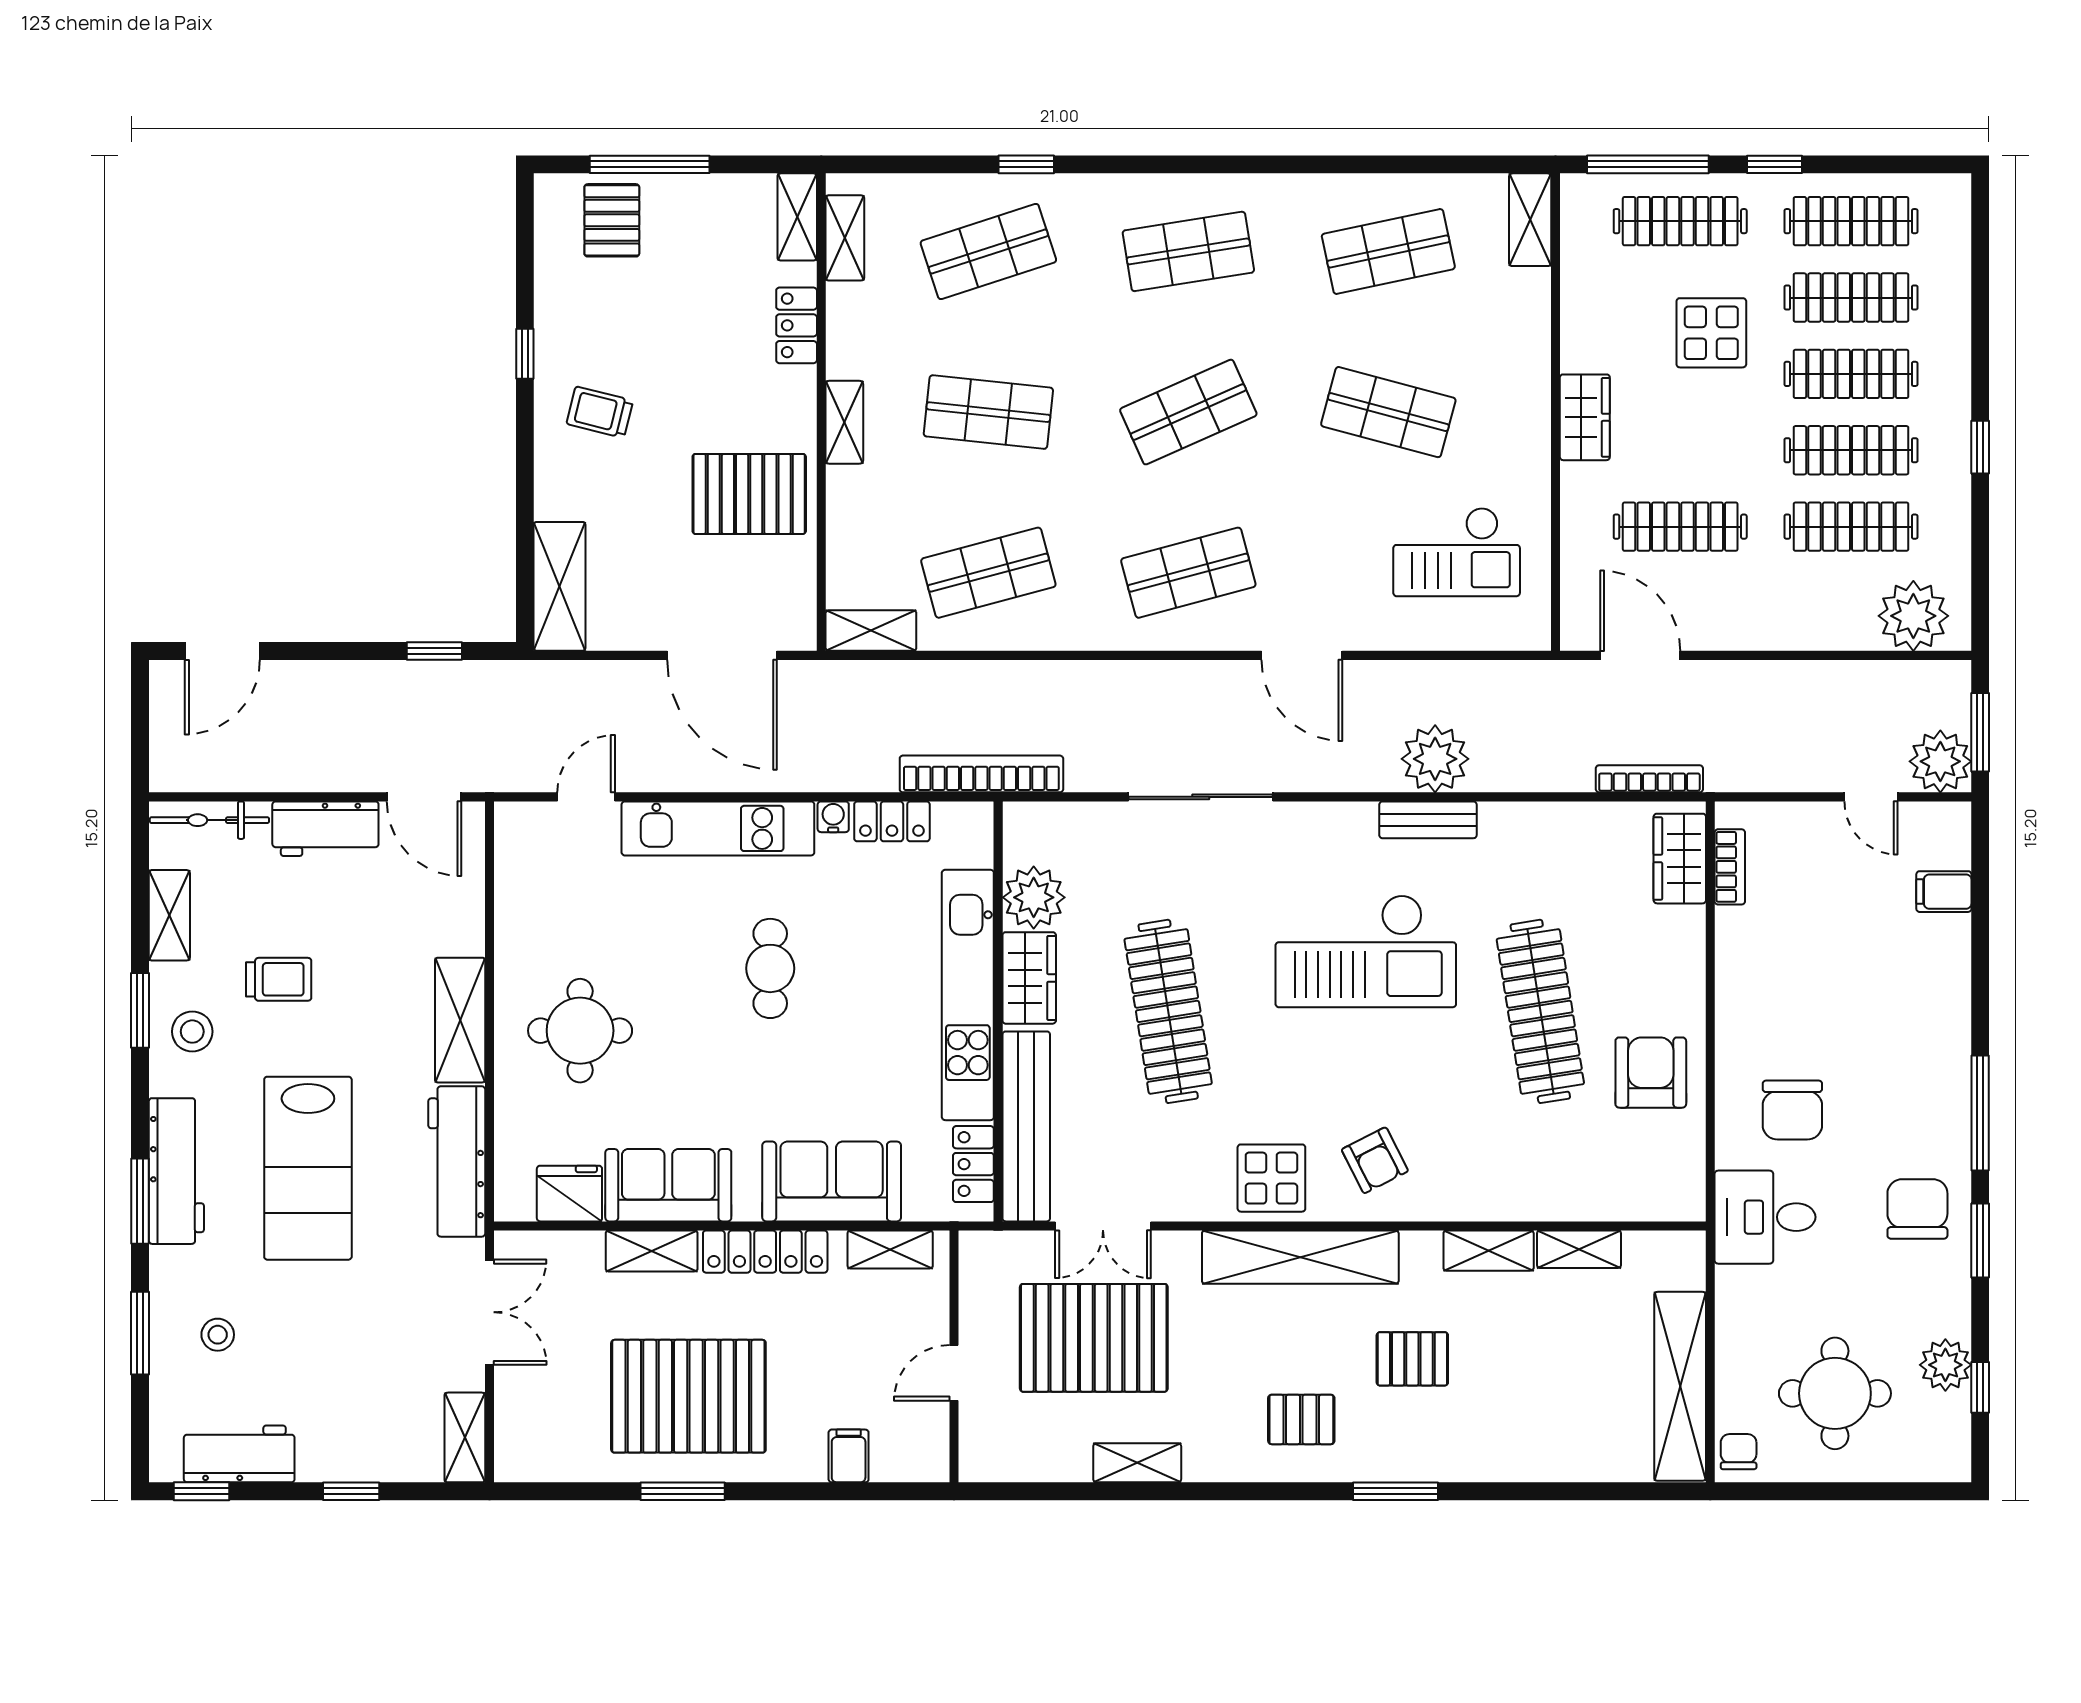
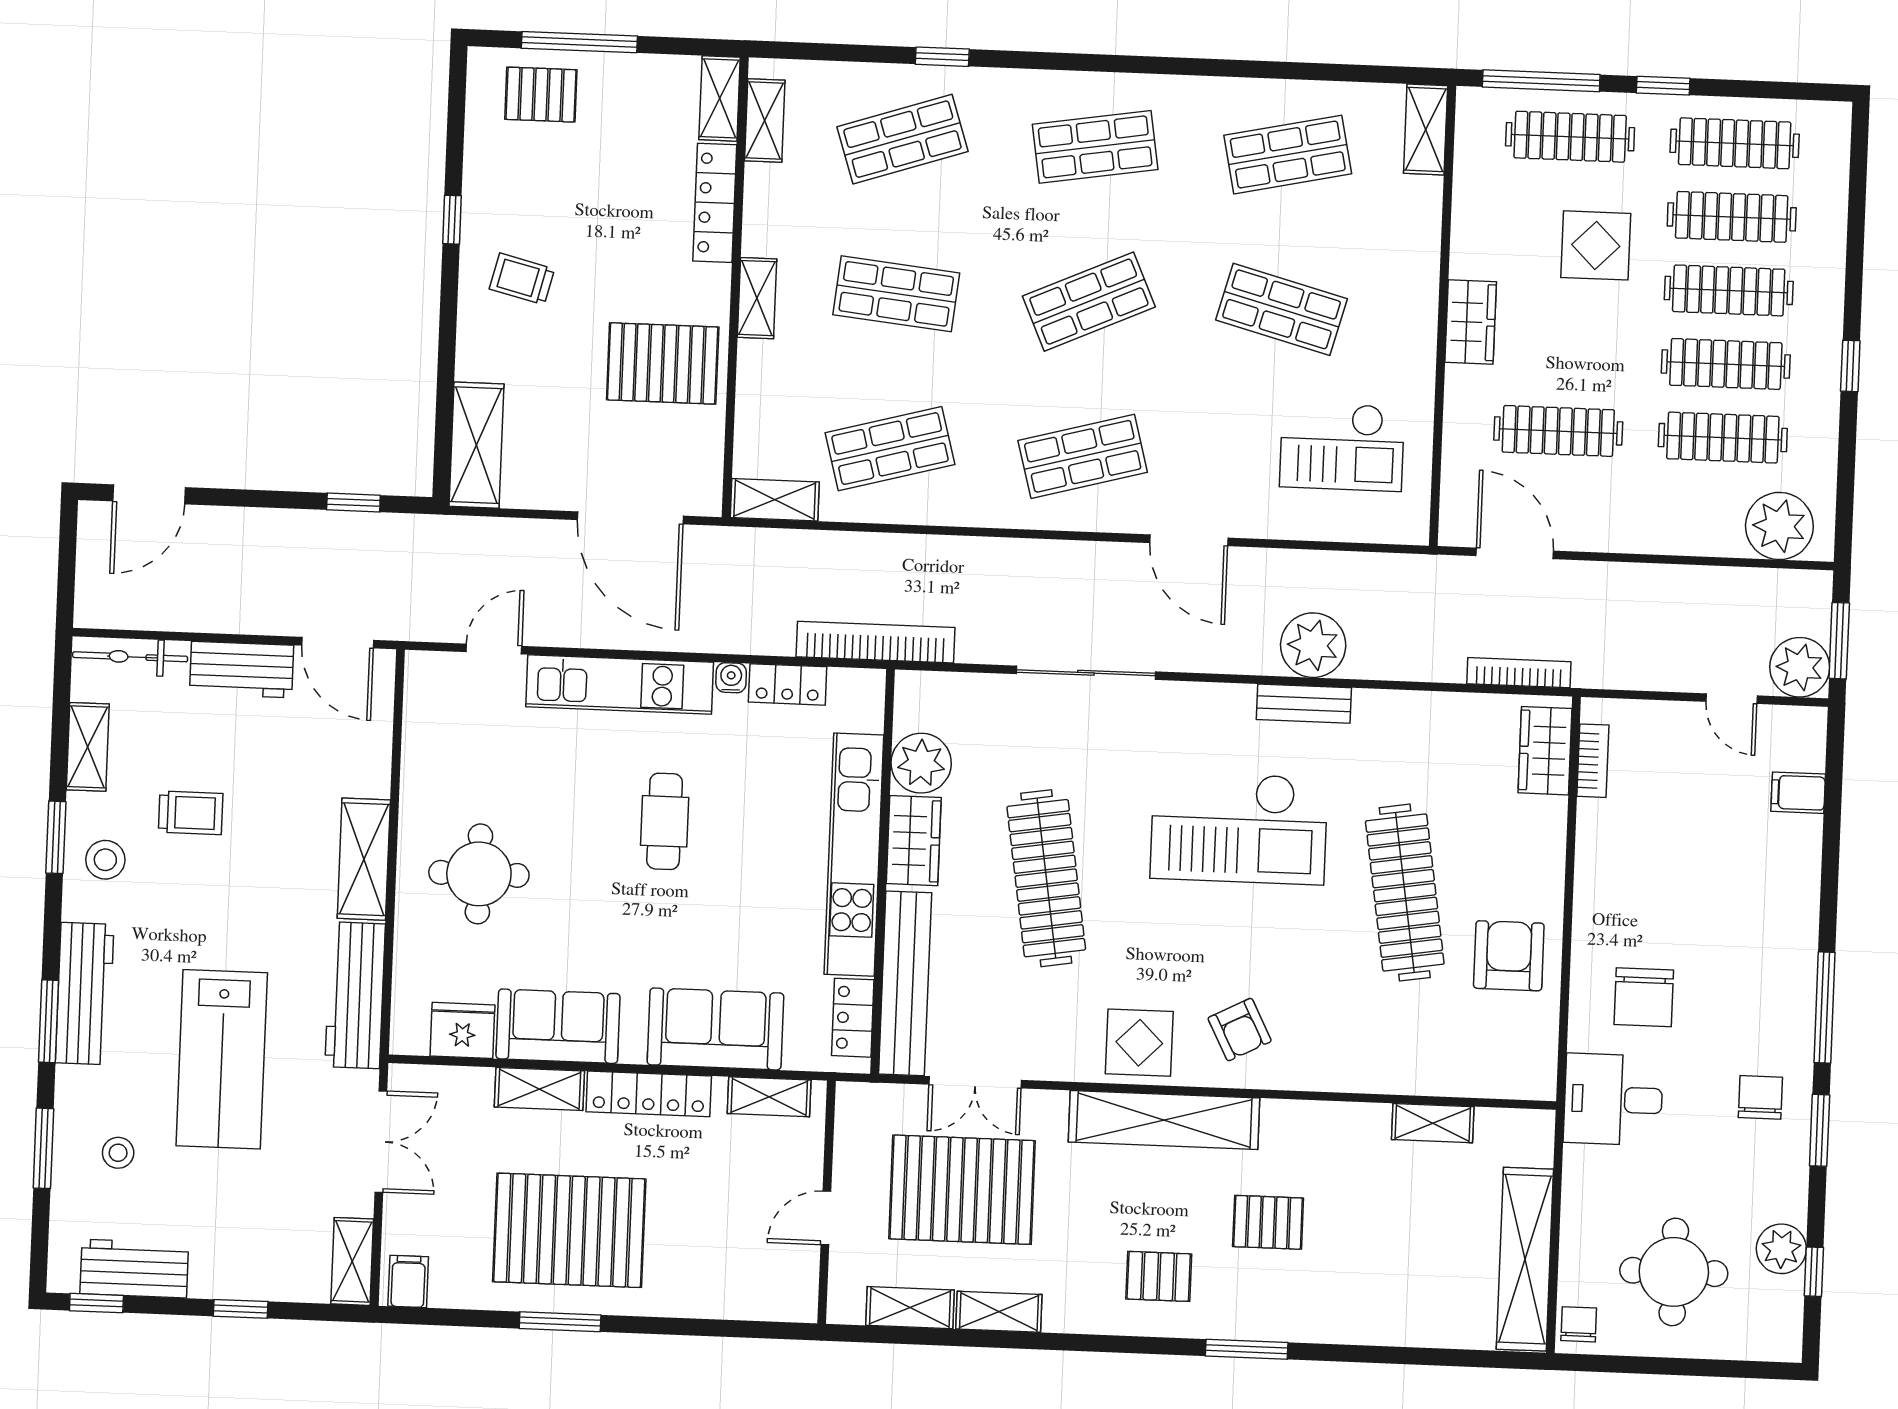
pallet: (612, 220) -> (541, 95), turned 90
locker: (797, 325) -> (715, 203), width x1.53
lab bench: (308, 1168) -> (222, 1059), moved
chair: (1917, 1209) -> (1760, 1097), width x0.73, depth x0.73
shelving: (1489, 1251) -> (910, 1308), moved
filing cabinet: (849, 1456) -> (408, 1281), moved

